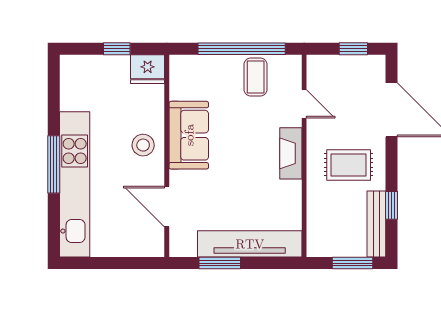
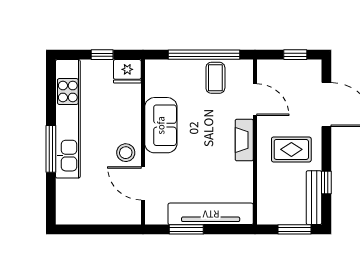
door: (304, 104) -> (255, 100), width x1.38
stool: (143, 145) -> (126, 153), moved
kitchen unit: (75, 184) -> (68, 119), moved

